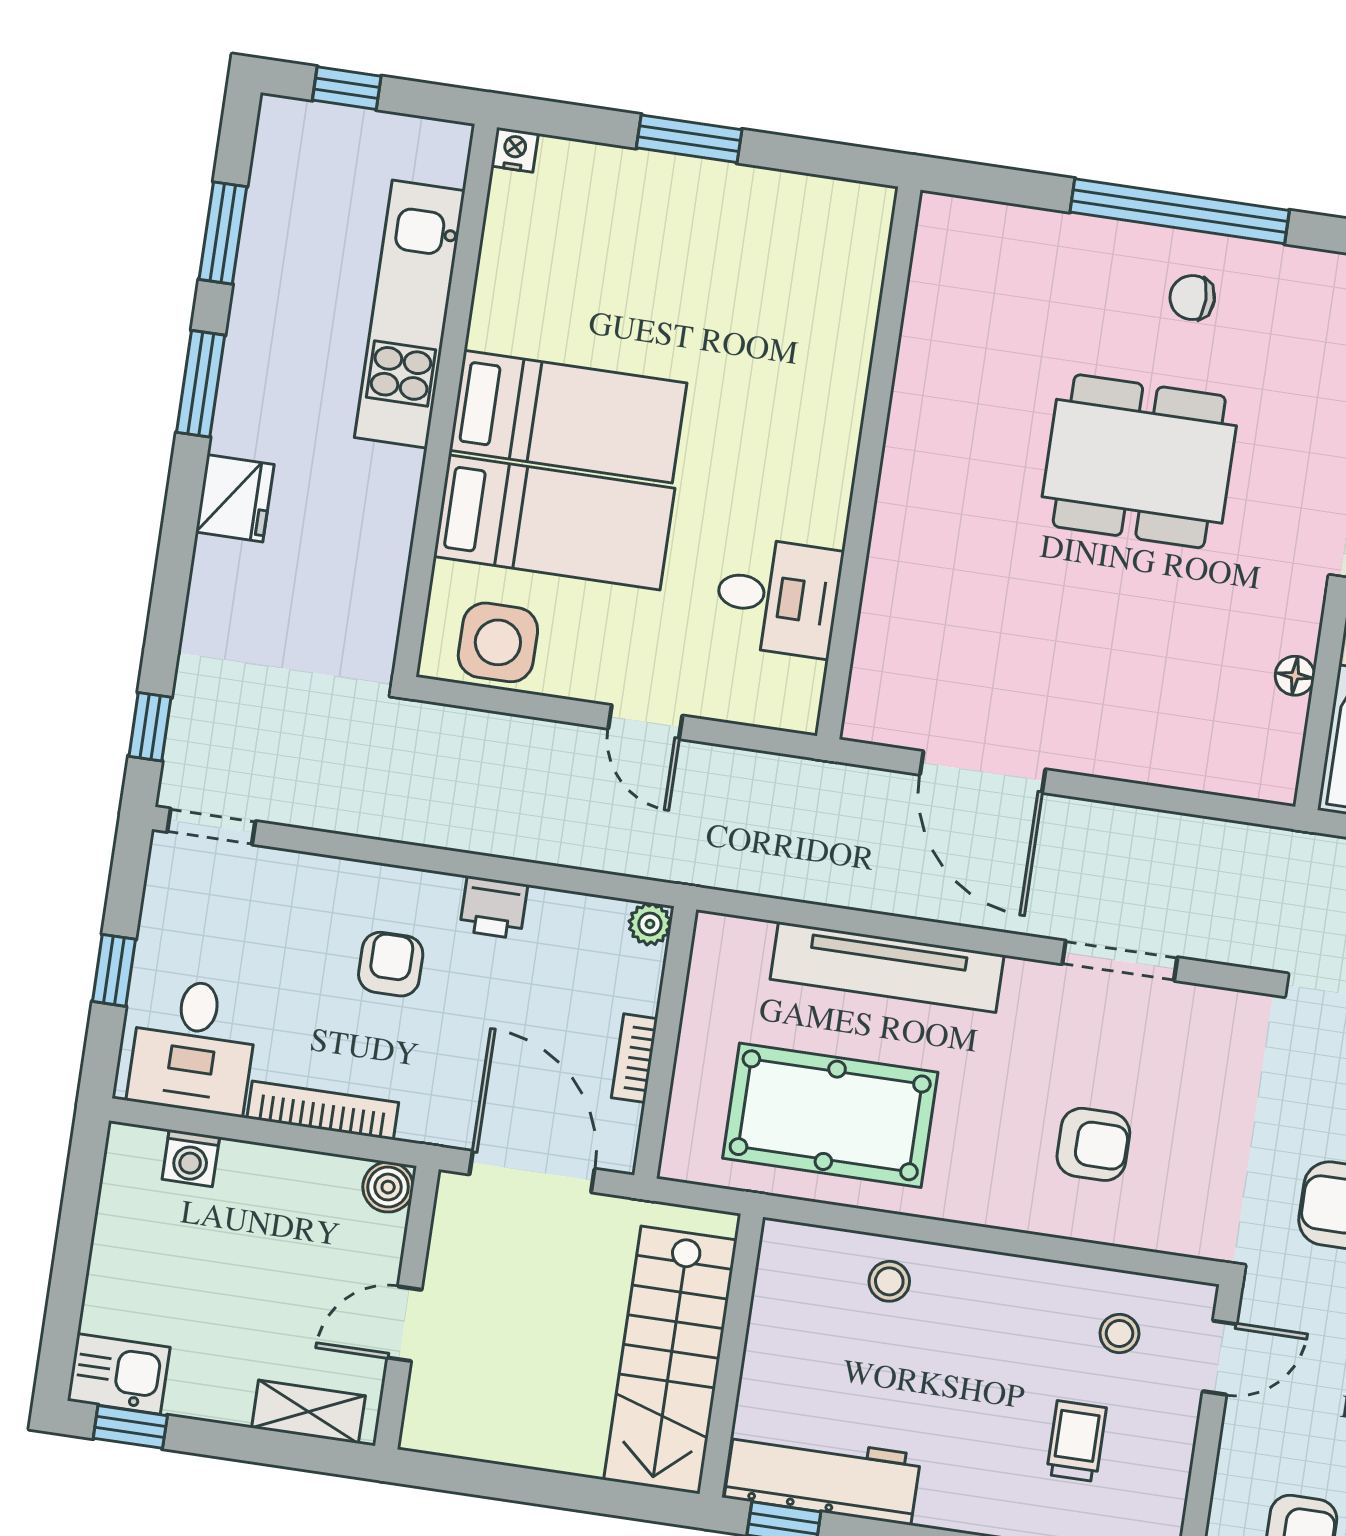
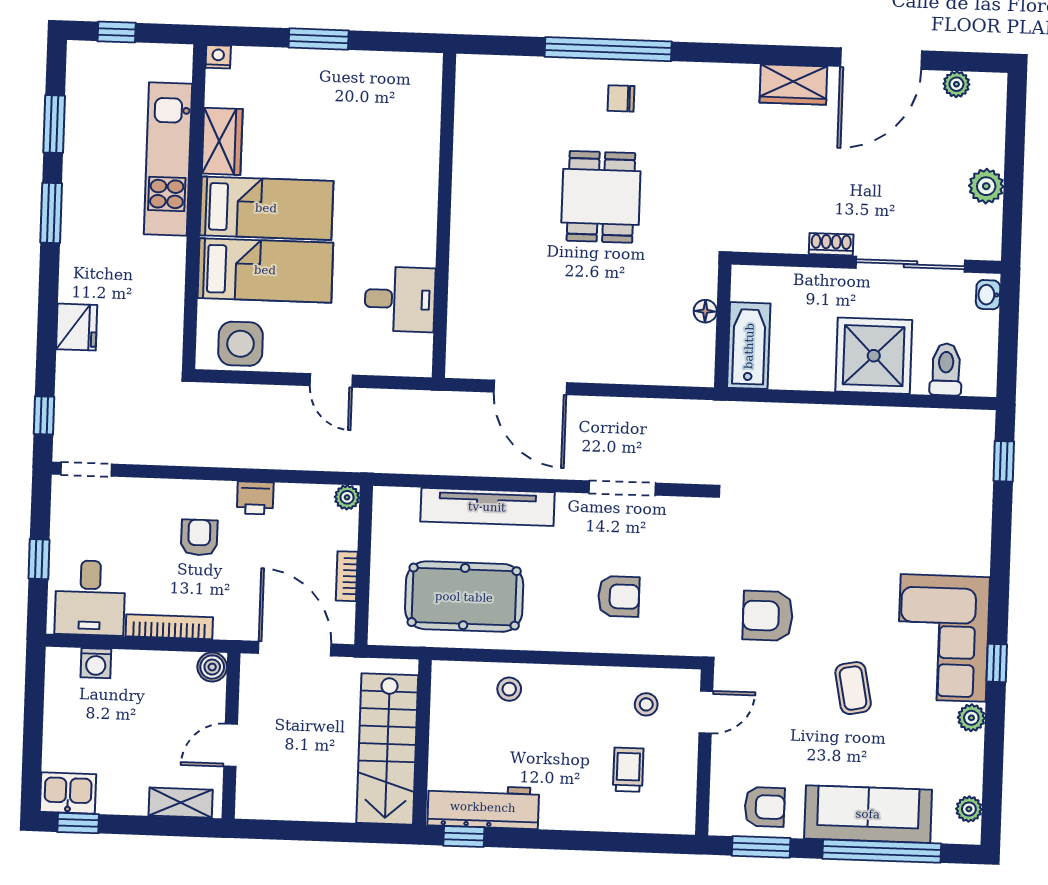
wardrobe: (505, 294) -> (222, 141), added
dining table: (1139, 461) -> (601, 197), width x0.73
fridge: (235, 498) -> (77, 327), moved

